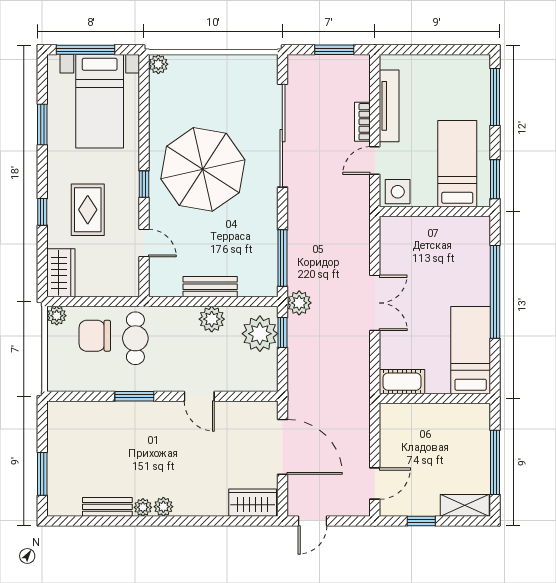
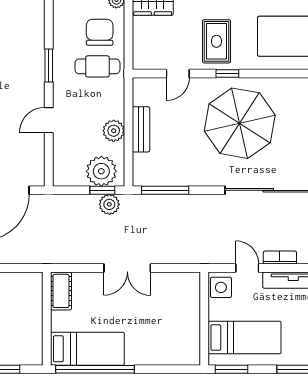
rug: (88, 210) -> (217, 41), moved, turned 90
window: (495, 292) -> (95, 369), moved
plant: (299, 303) -> (109, 204), moved

